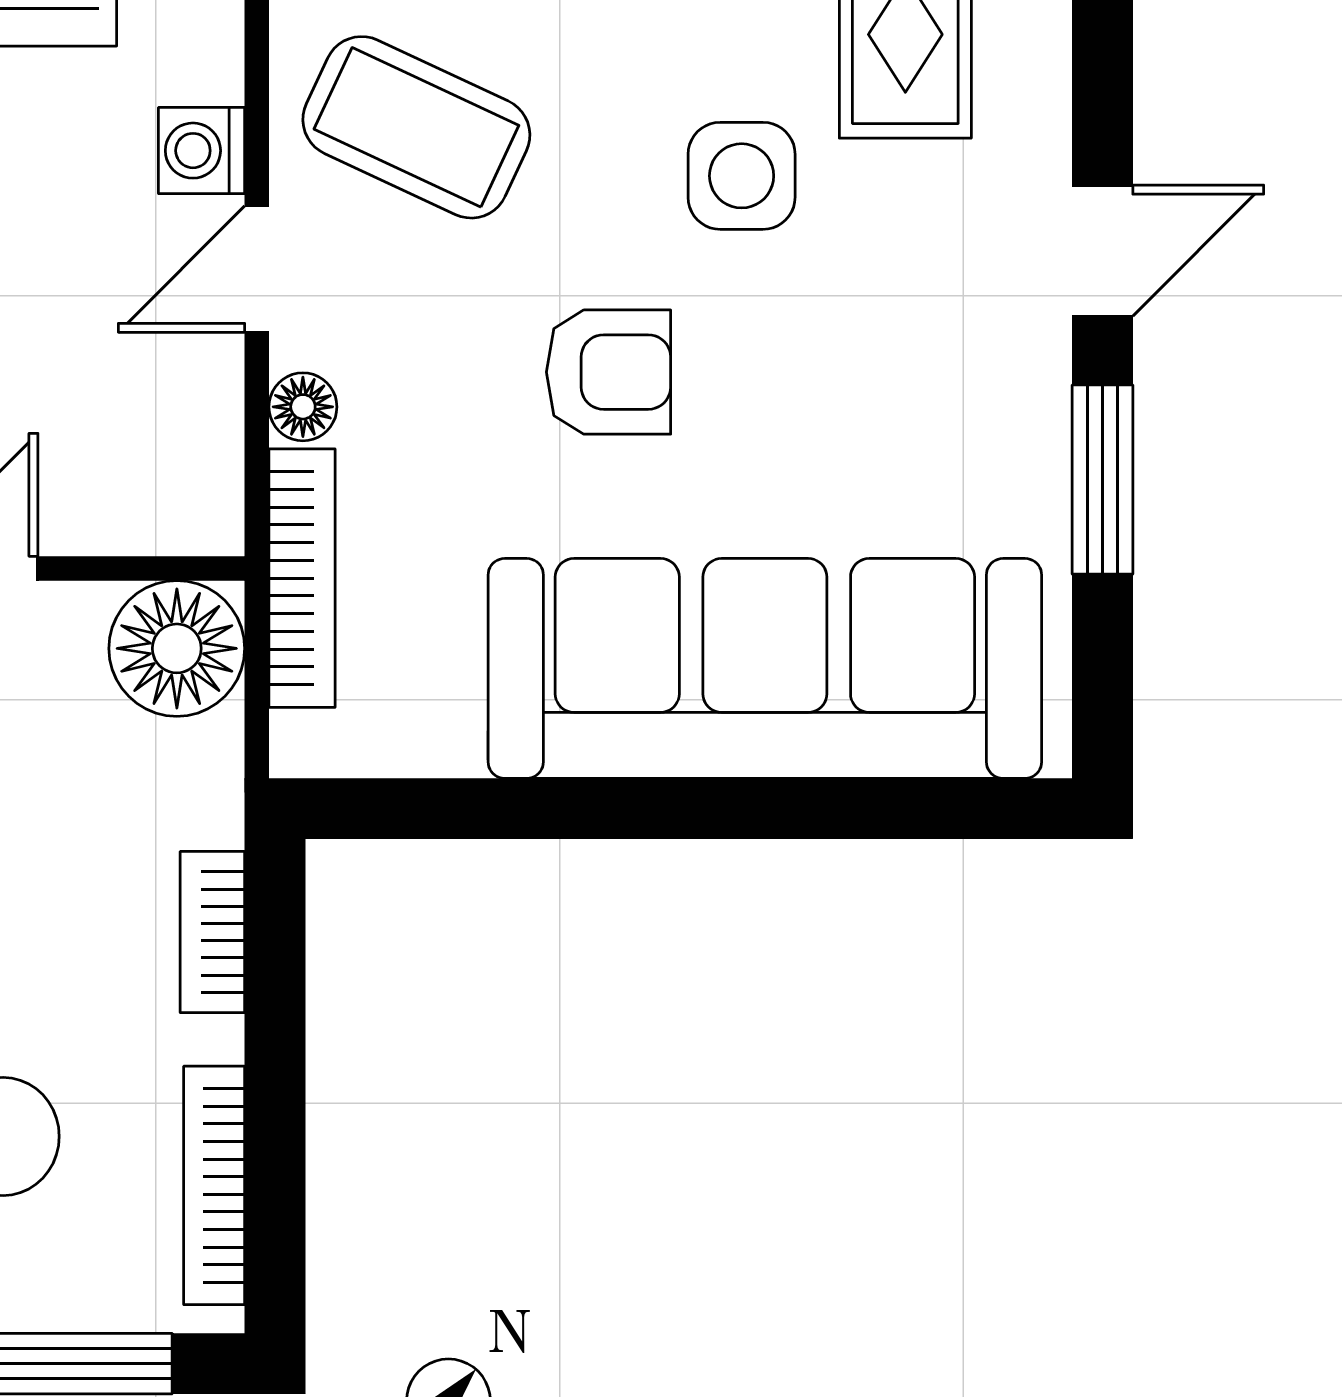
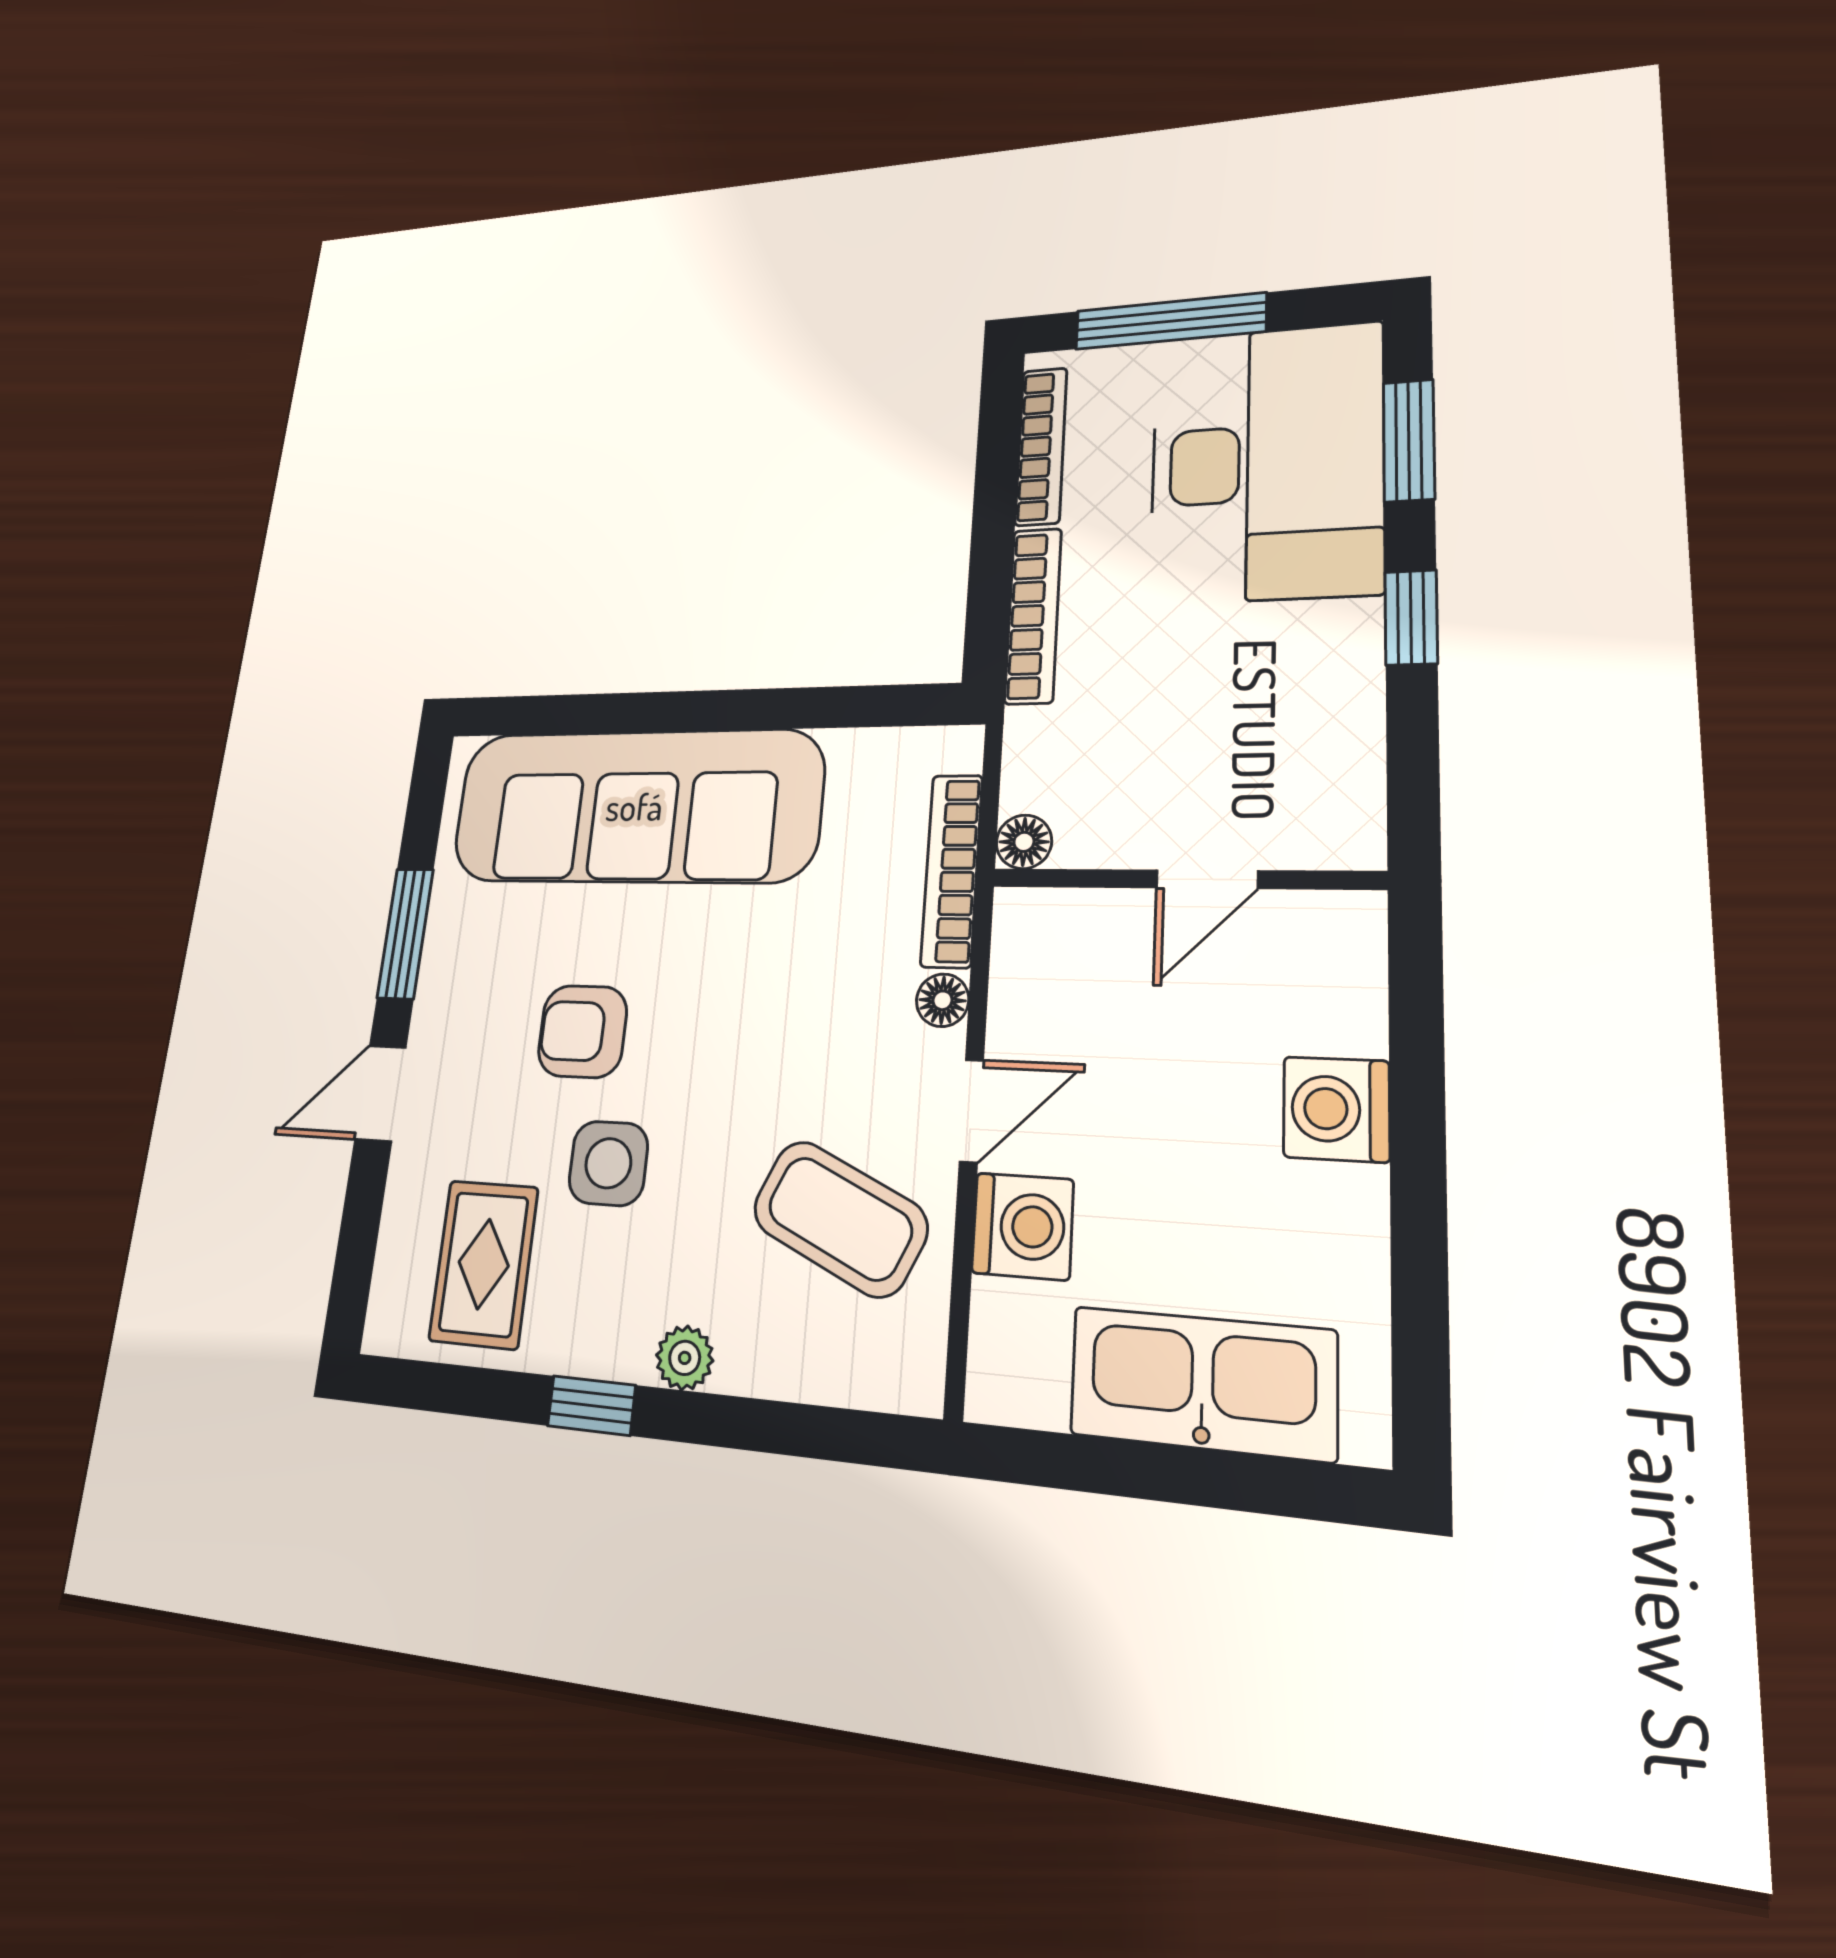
washing machine: (202, 151) -> (1023, 1226), width x1.38, depth x1.38
armchair: (609, 372) -> (582, 1031), moved
floor lamp: (177, 648) -> (1024, 842), width x0.53, depth x0.53
bookcase: (212, 932) -> (1033, 616), width x1.56

